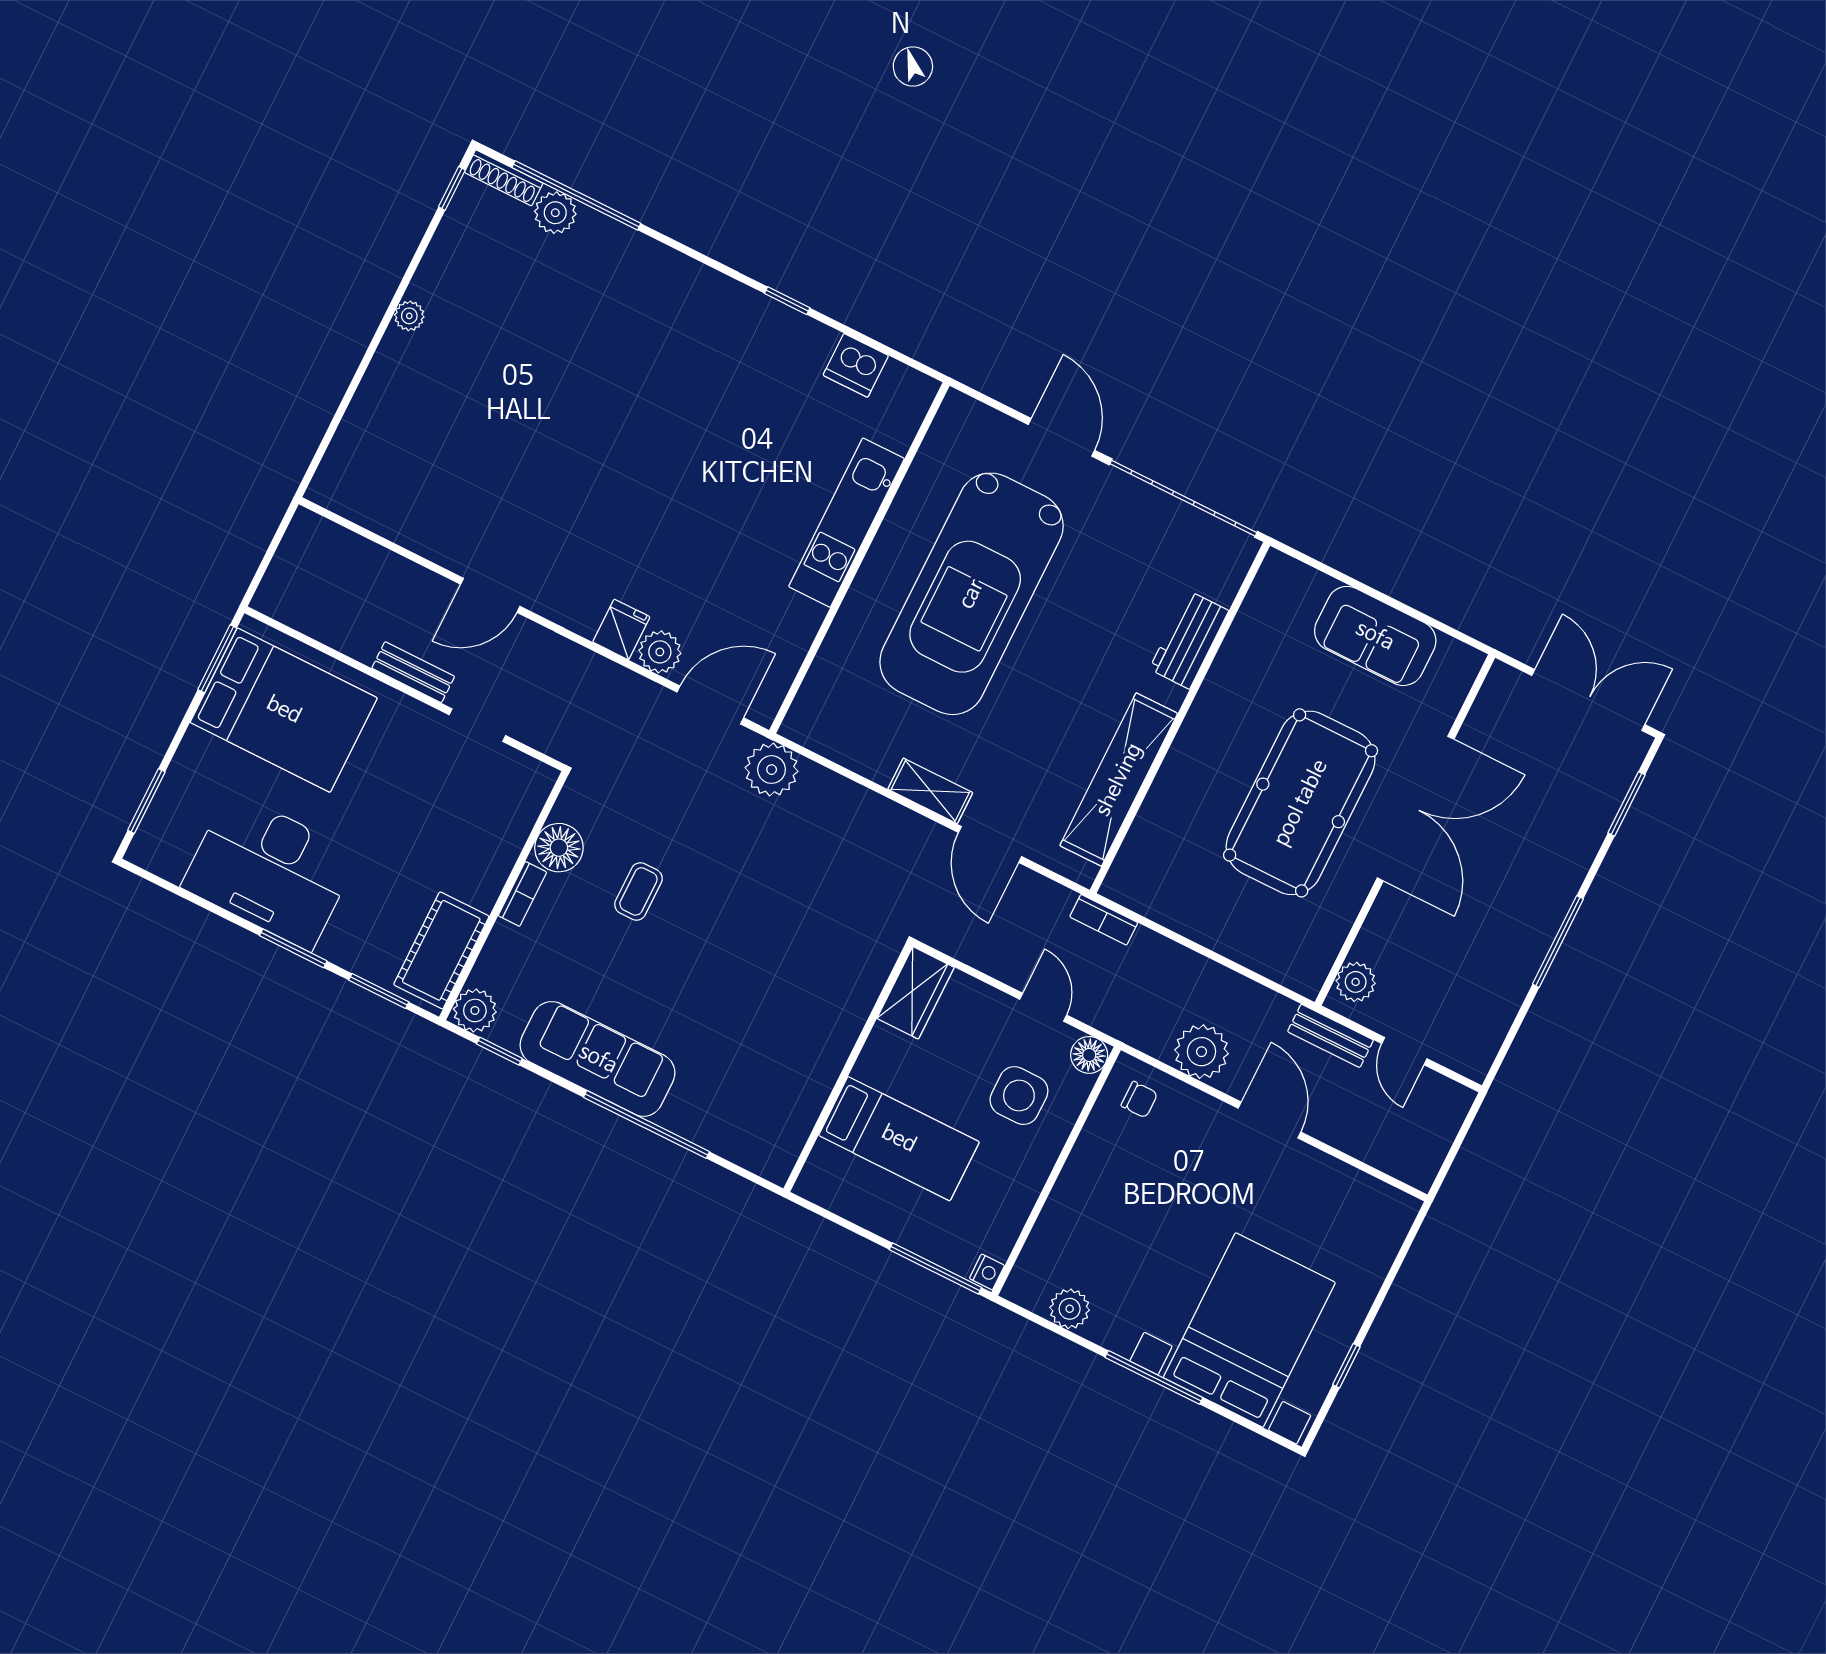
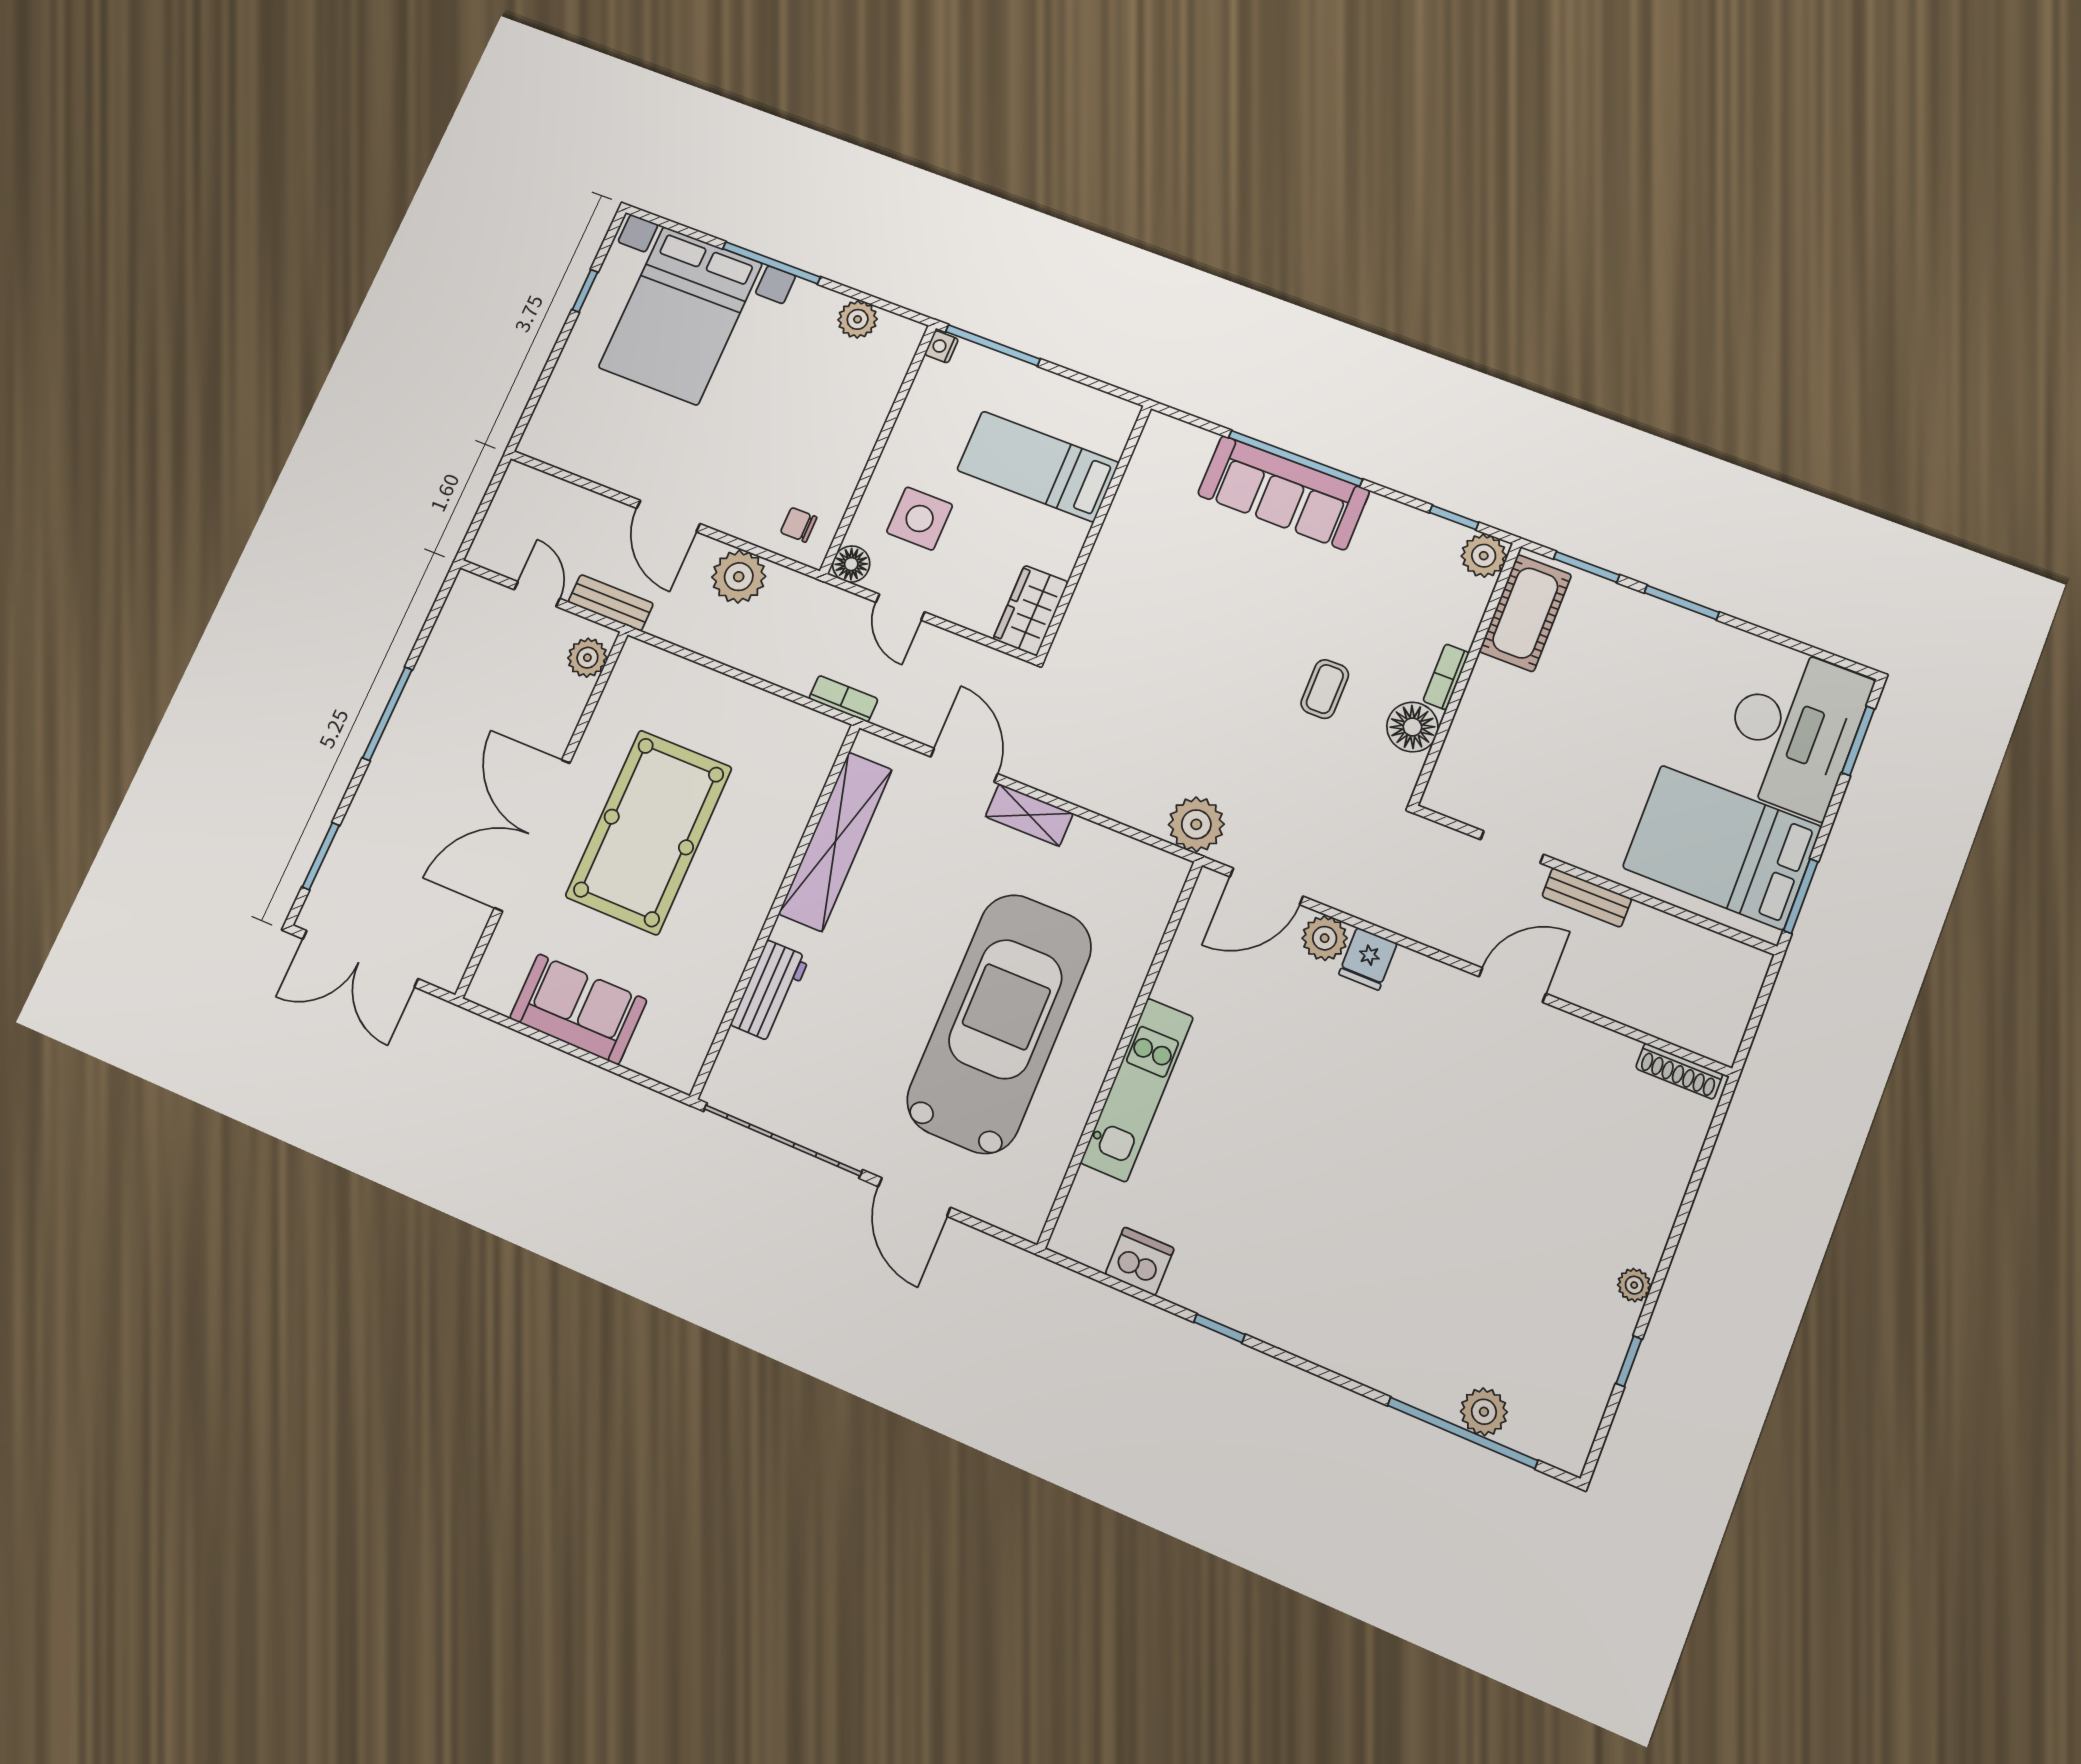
shoe rack: (504, 178) -> (1679, 1071), moved, turned 180
window: (452, 188) -> (1629, 1361), moved
desk: (270, 871) -> (1793, 730), moved, turned 90
sofa: (598, 1059) -> (1283, 493), moved

